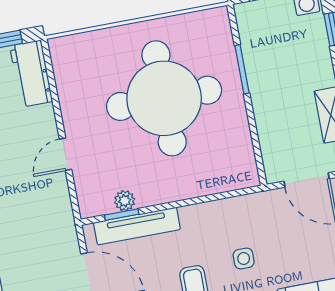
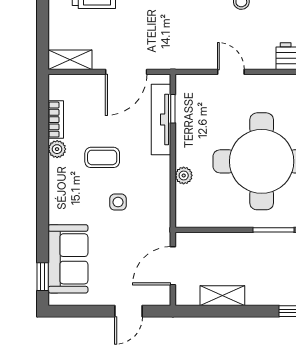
plant: (125, 201) -> (184, 175), moved

